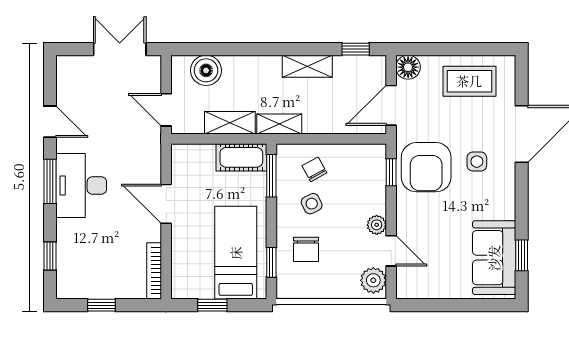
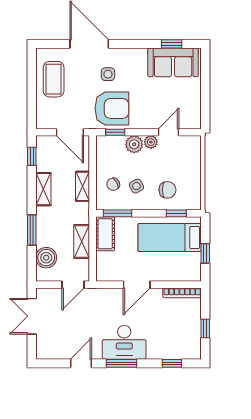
window: (247, 49) -> (32, 230), added
floor lamp: (408, 67) -> (44, 121), removed
shelving: (279, 124) -> (83, 186), moved
plant: (373, 280) -> (134, 144), moved

